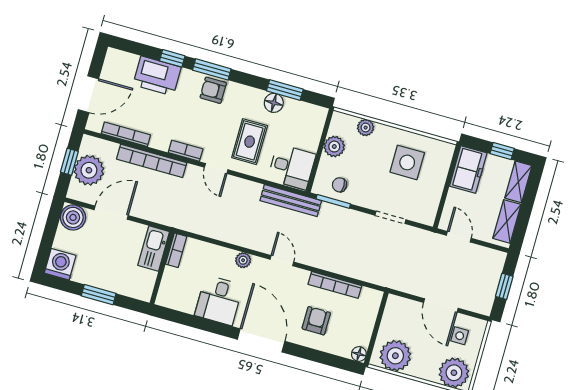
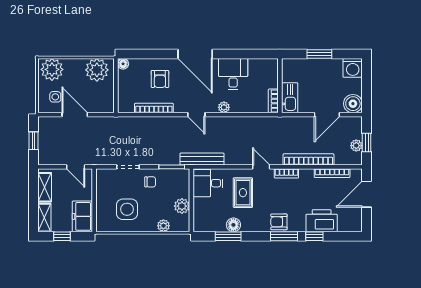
armchair: (213, 90) -> (279, 222), turned 180
plant: (89, 170) -> (356, 146), width x0.53, depth x0.53
chair: (340, 185) -> (150, 182), moved

